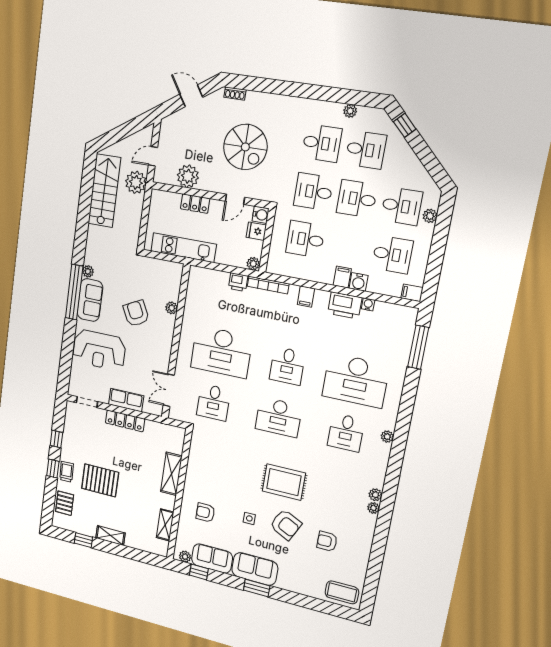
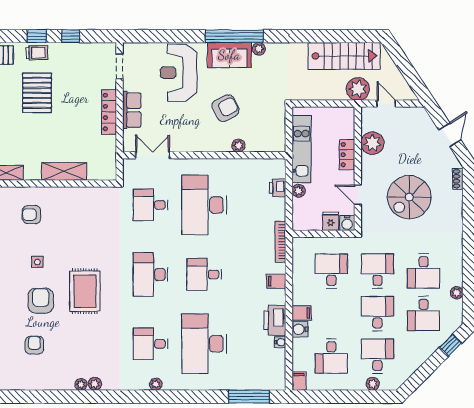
desk: (401, 206) -> (377, 356), turned 180
plant: (253, 264) -> (299, 191), moved
printer: (238, 282) -> (278, 188), moved
armchair: (205, 513) -> (32, 215), turned -90
armchair: (286, 525) -> (41, 301), turned 153

